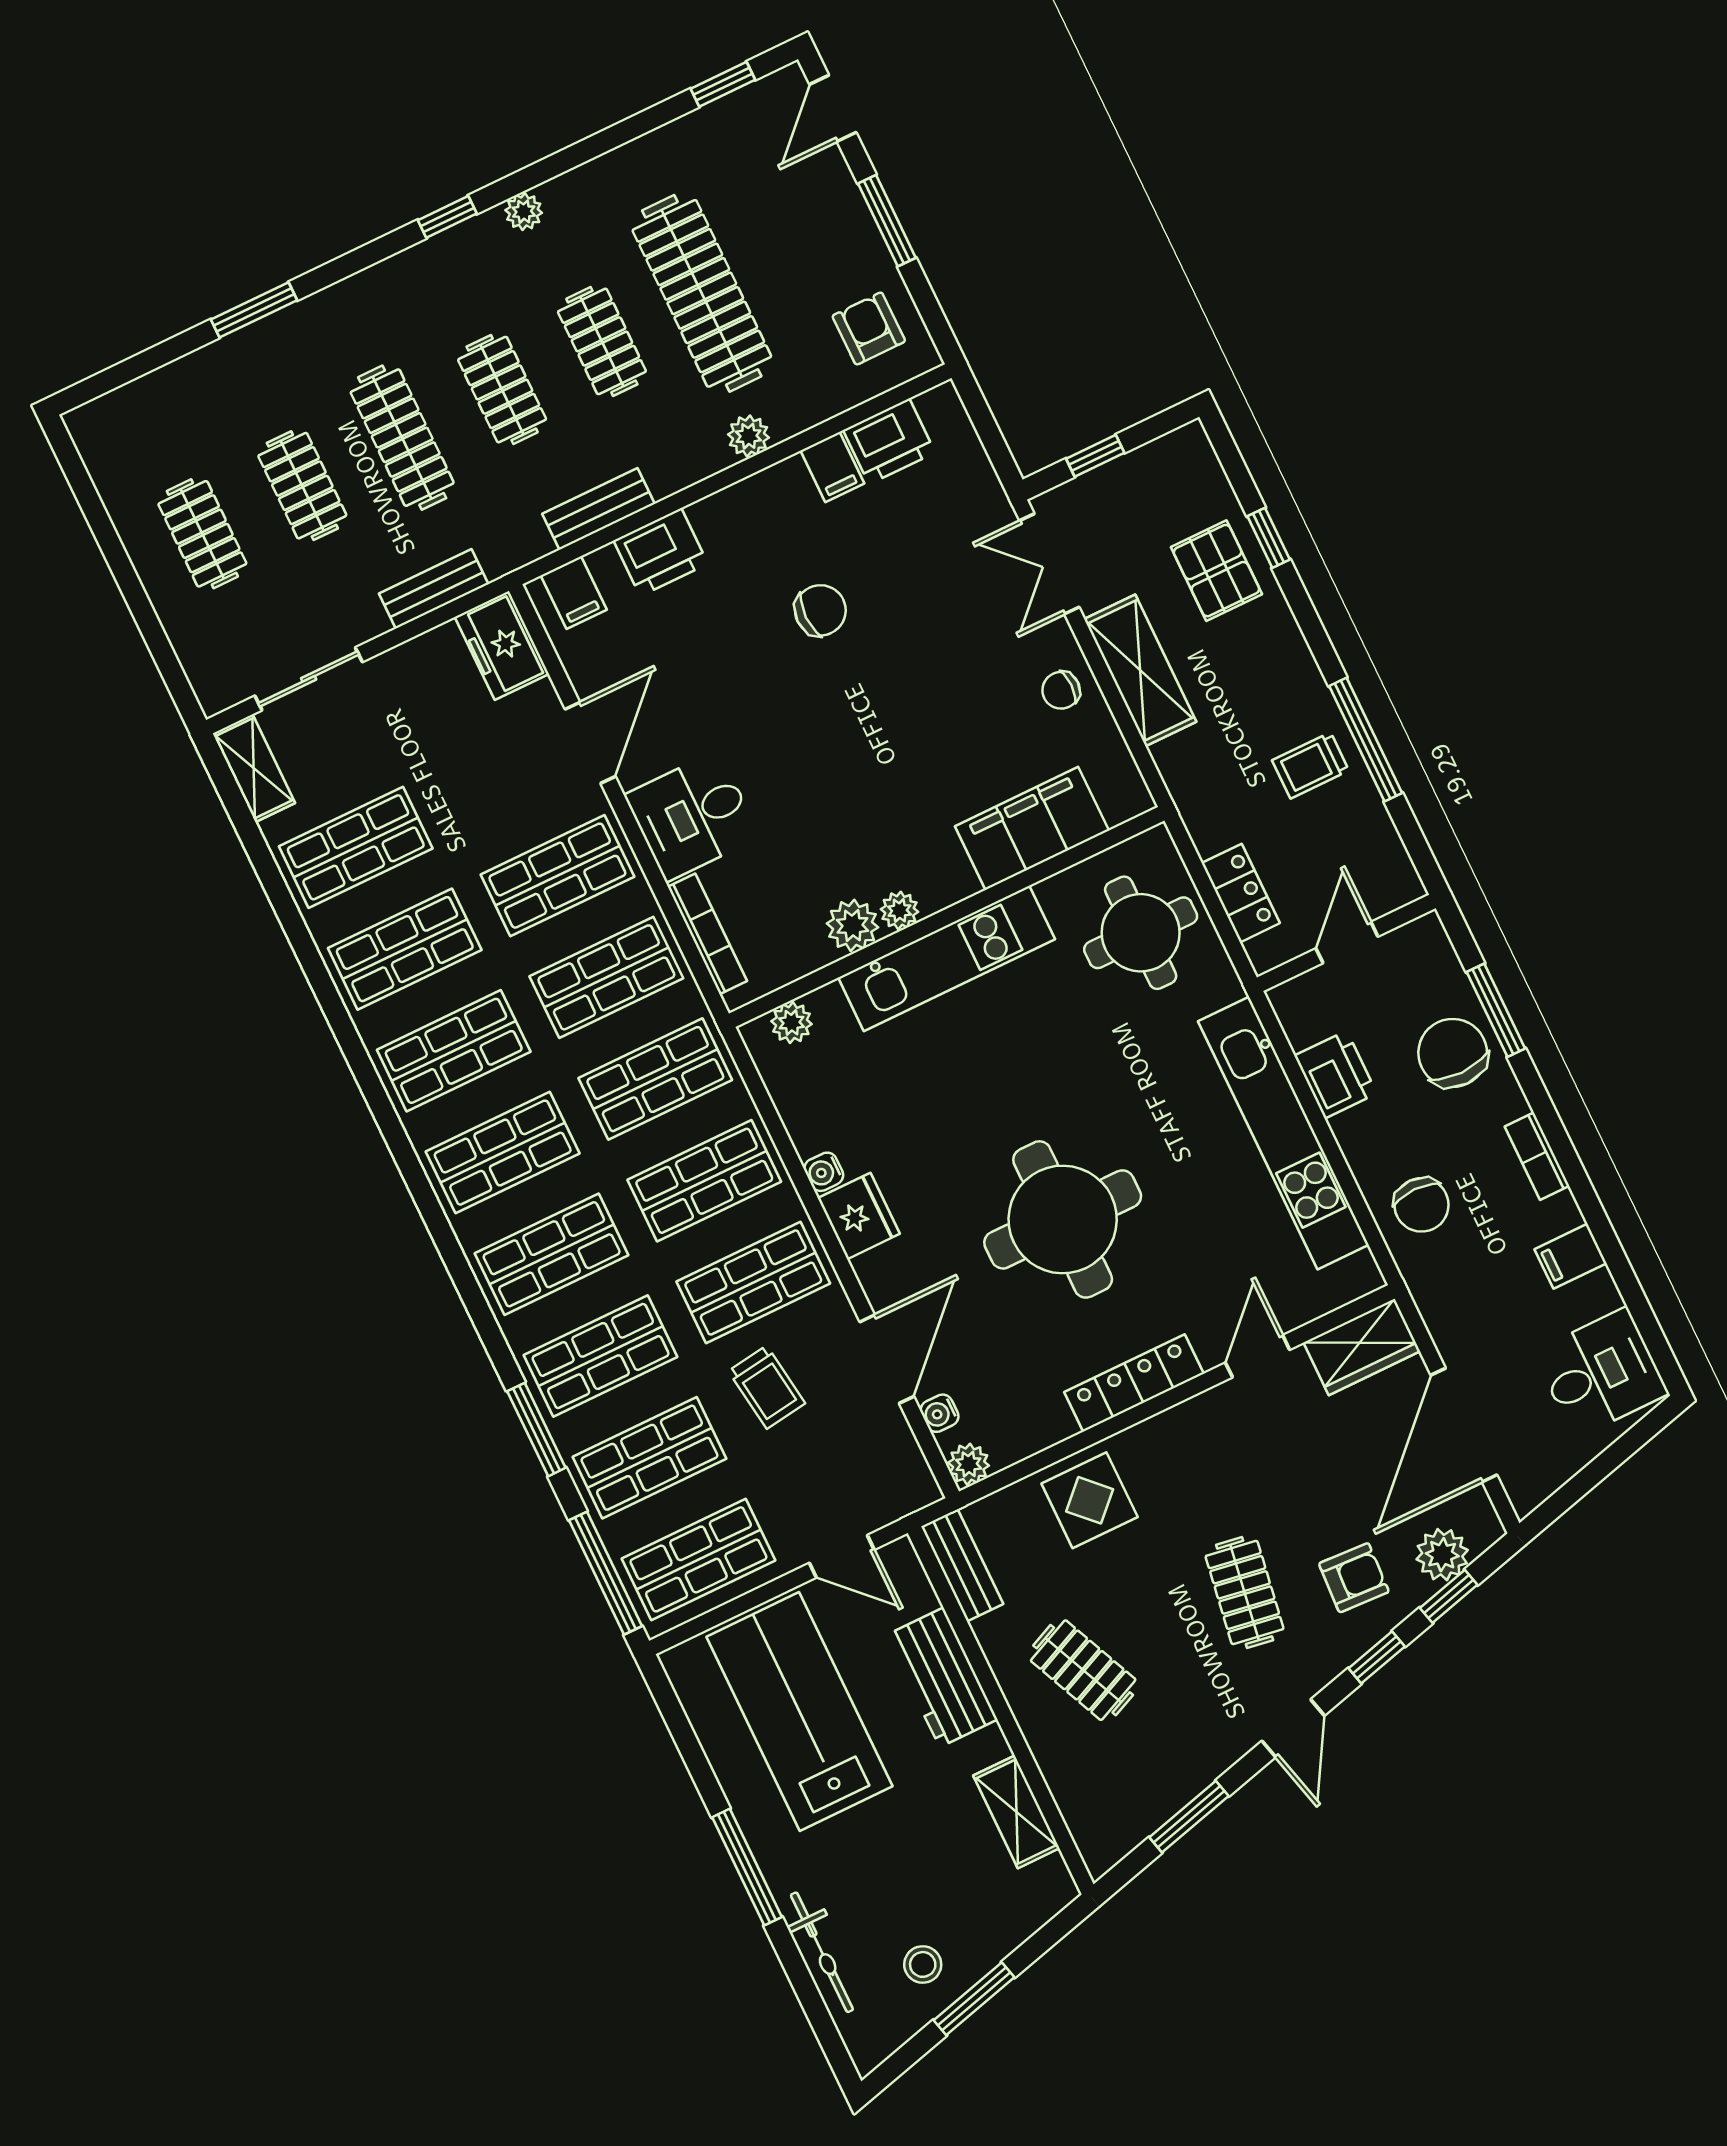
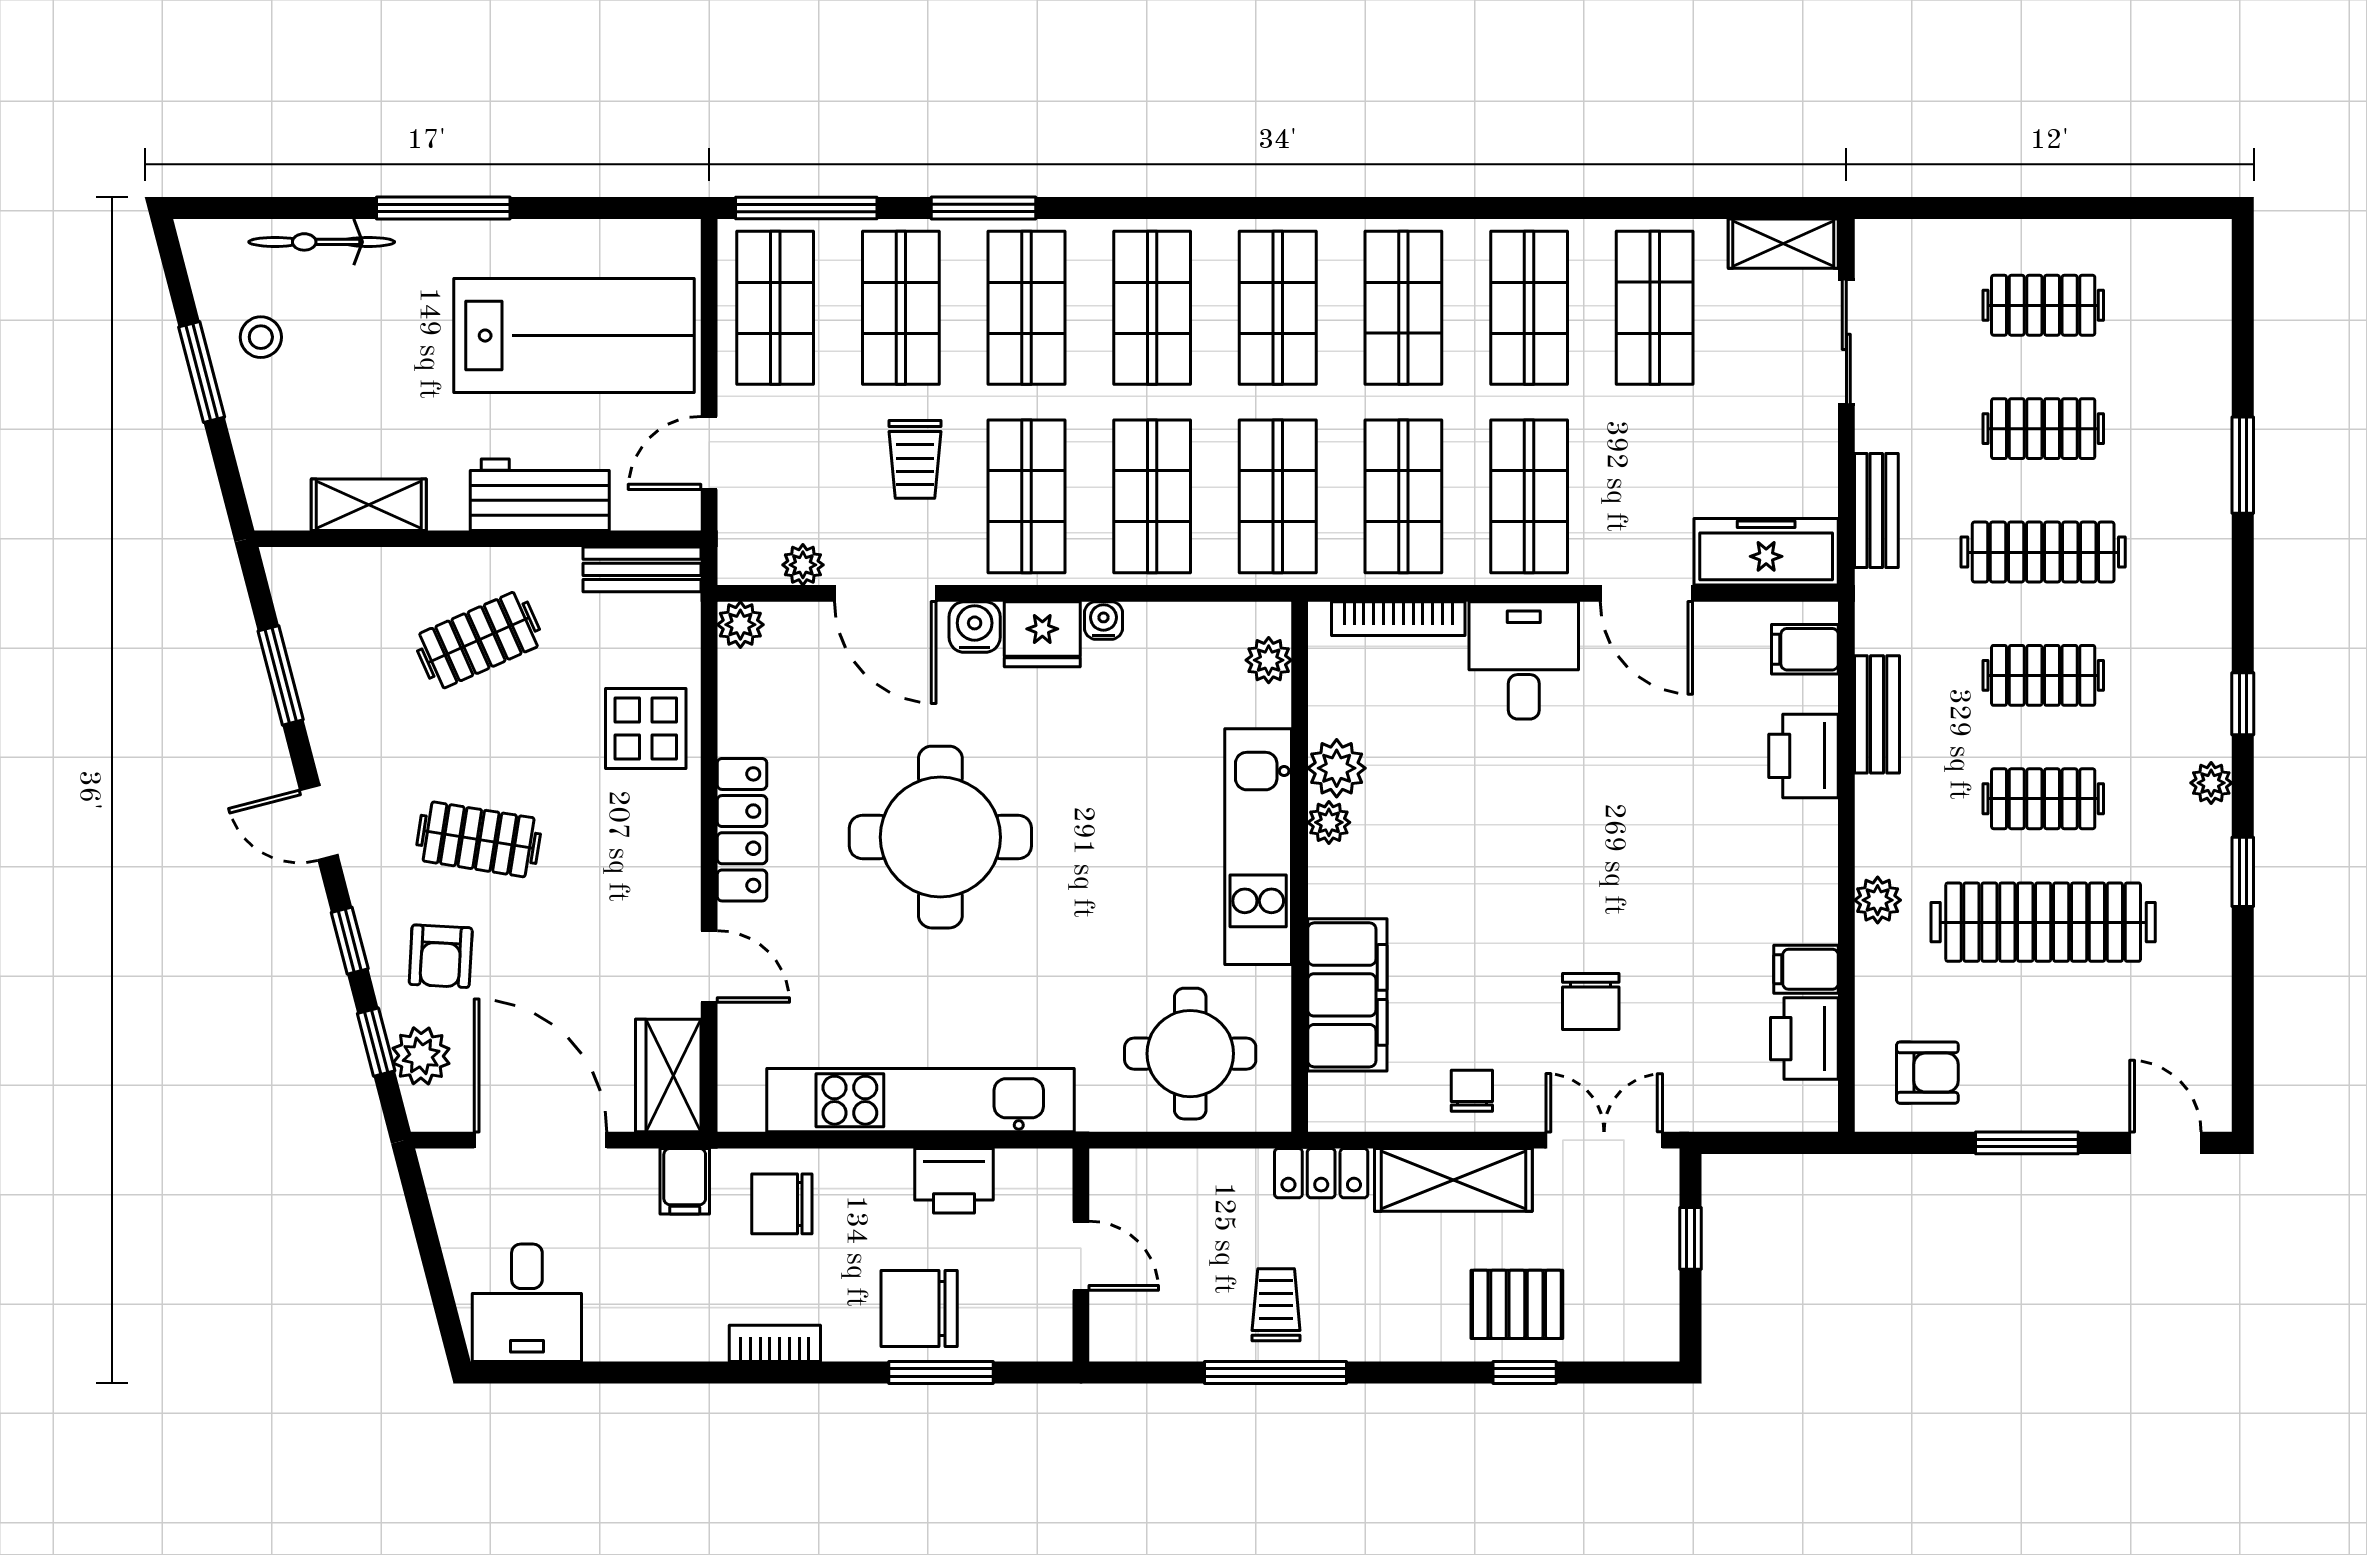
window: (723, 84) -> (2243, 872), moved
chair: (820, 610) -> (1591, 1001), moved
freezer: (502, 645) -> (1766, 552), width x1.40
locker: (1241, 893) -> (1321, 1173), moved
chair: (1453, 1053) -> (919, 1308), turned 180
filing cabinet: (1571, 1256) -> (685, 1181), moved, turned 180
trolley: (767, 1387) -> (915, 459), turned -82
water cooler: (939, 1413) -> (975, 627), moved, width x1.38, depth x1.38
plant: (896, 1437) -> (803, 565), added

